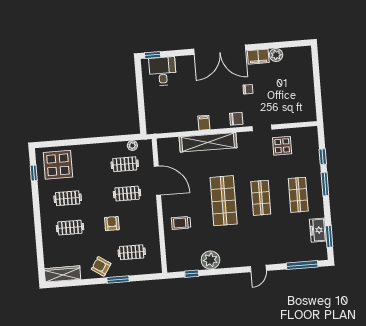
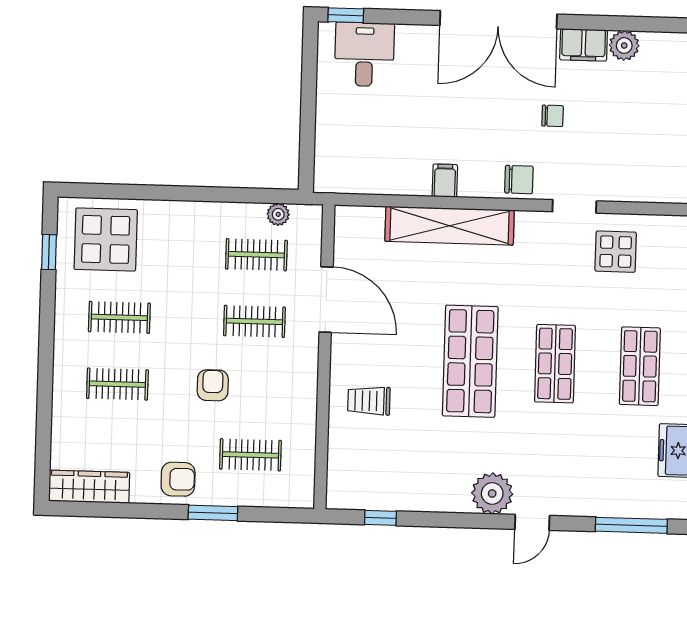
plant: (210, 260) -> (492, 493), moved
armchair: (101, 266) -> (178, 479), turned 147

